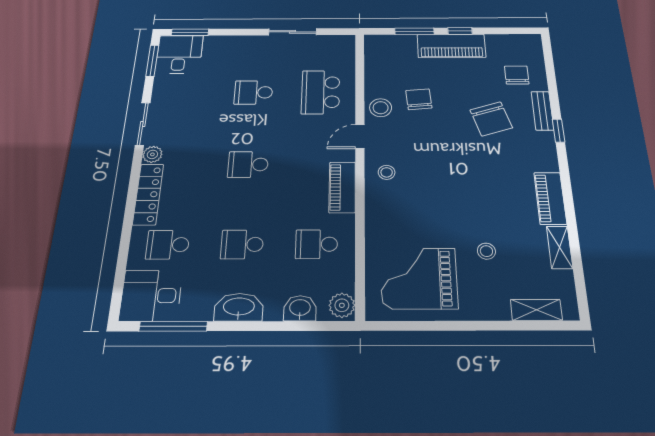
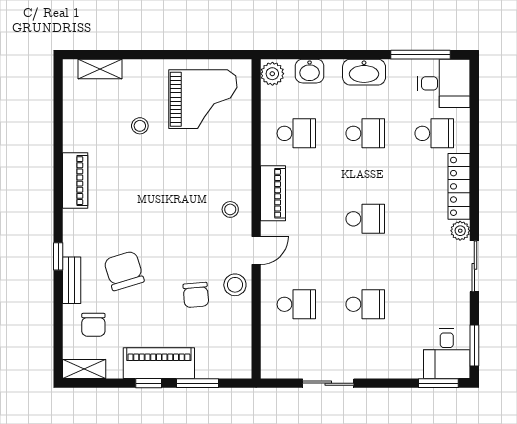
school desk: (321, 92) -> (296, 304), width x0.54
shelving: (560, 247) -> (84, 369), moved, turned 90

